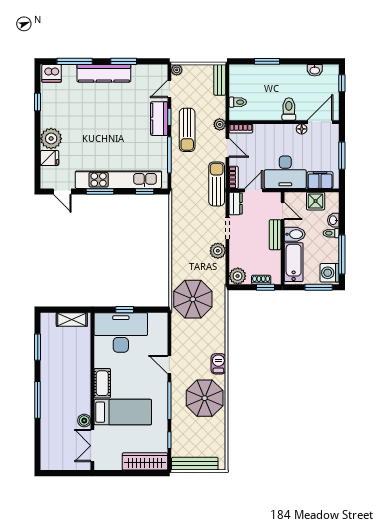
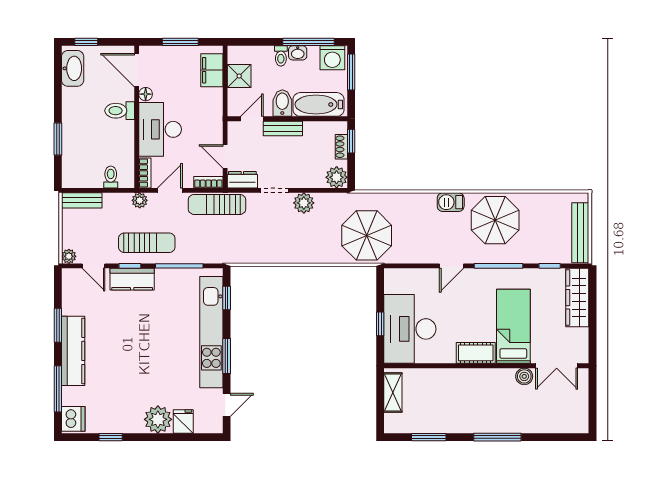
washbasin: (315, 70) -> (73, 68), width x1.91, depth x1.45
desk: (285, 172) -> (160, 129), moved, turned 180
washbasin: (333, 220) -> (298, 53), moved

